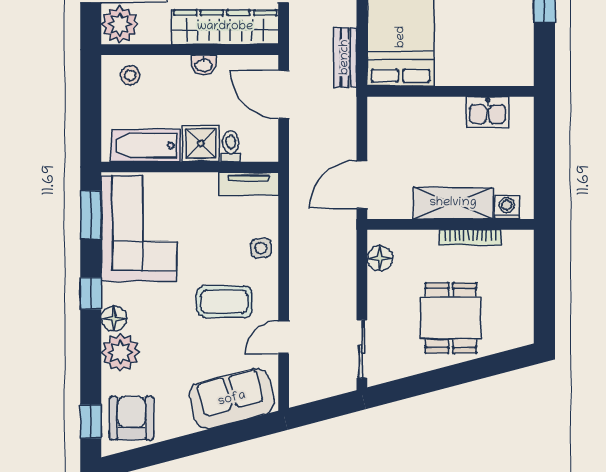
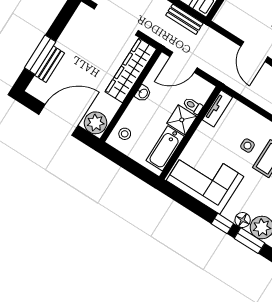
window: (91, 215) -> (250, 241), moved
side table: (261, 248) -> (247, 146), moved

